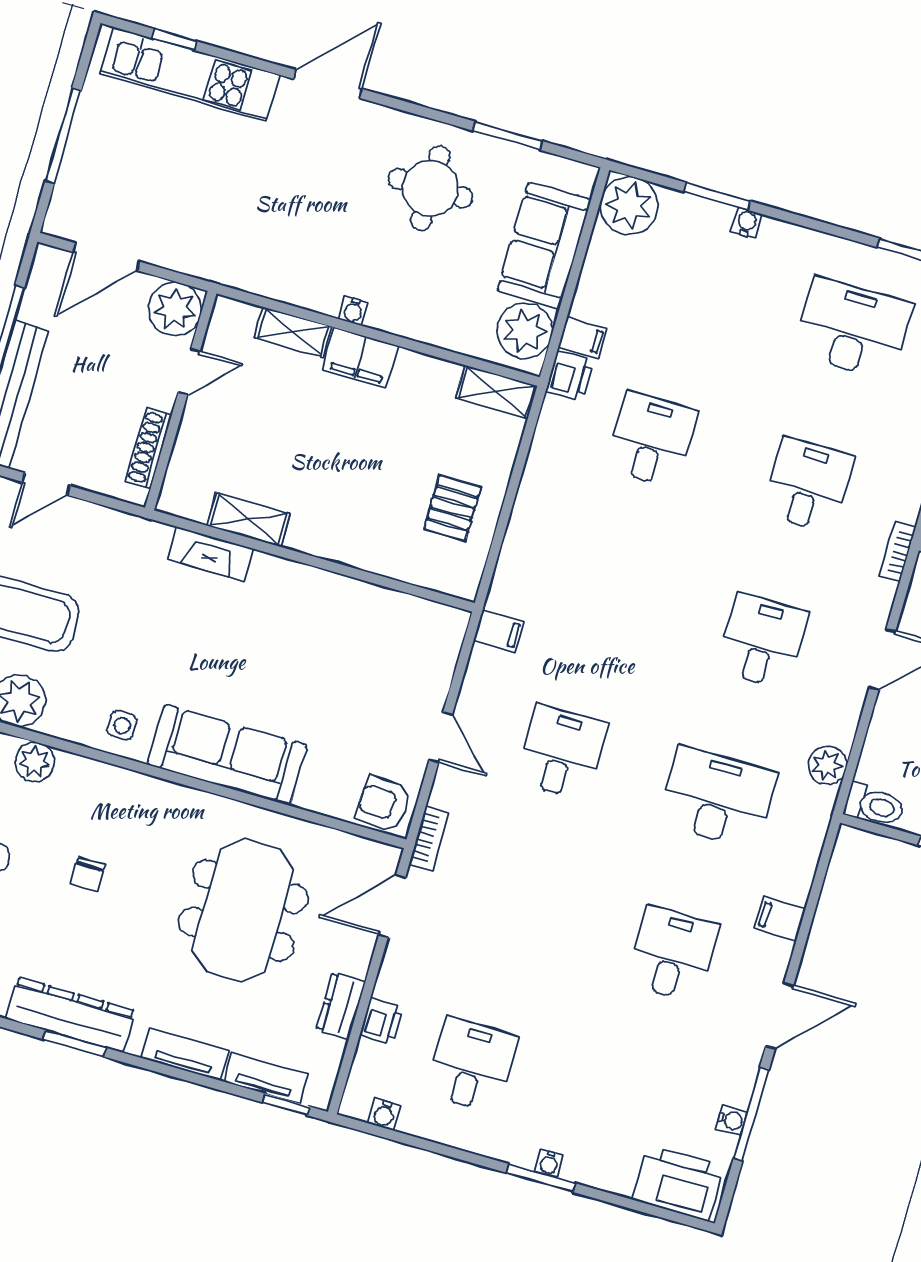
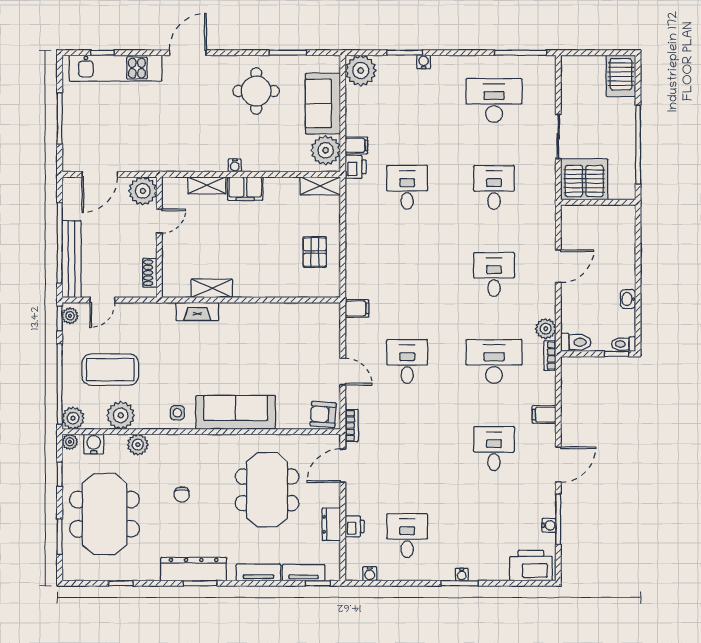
shoe rack: (149, 448) -> (150, 273), width x0.70
bookcase: (897, 551) -> (550, 355), moved

